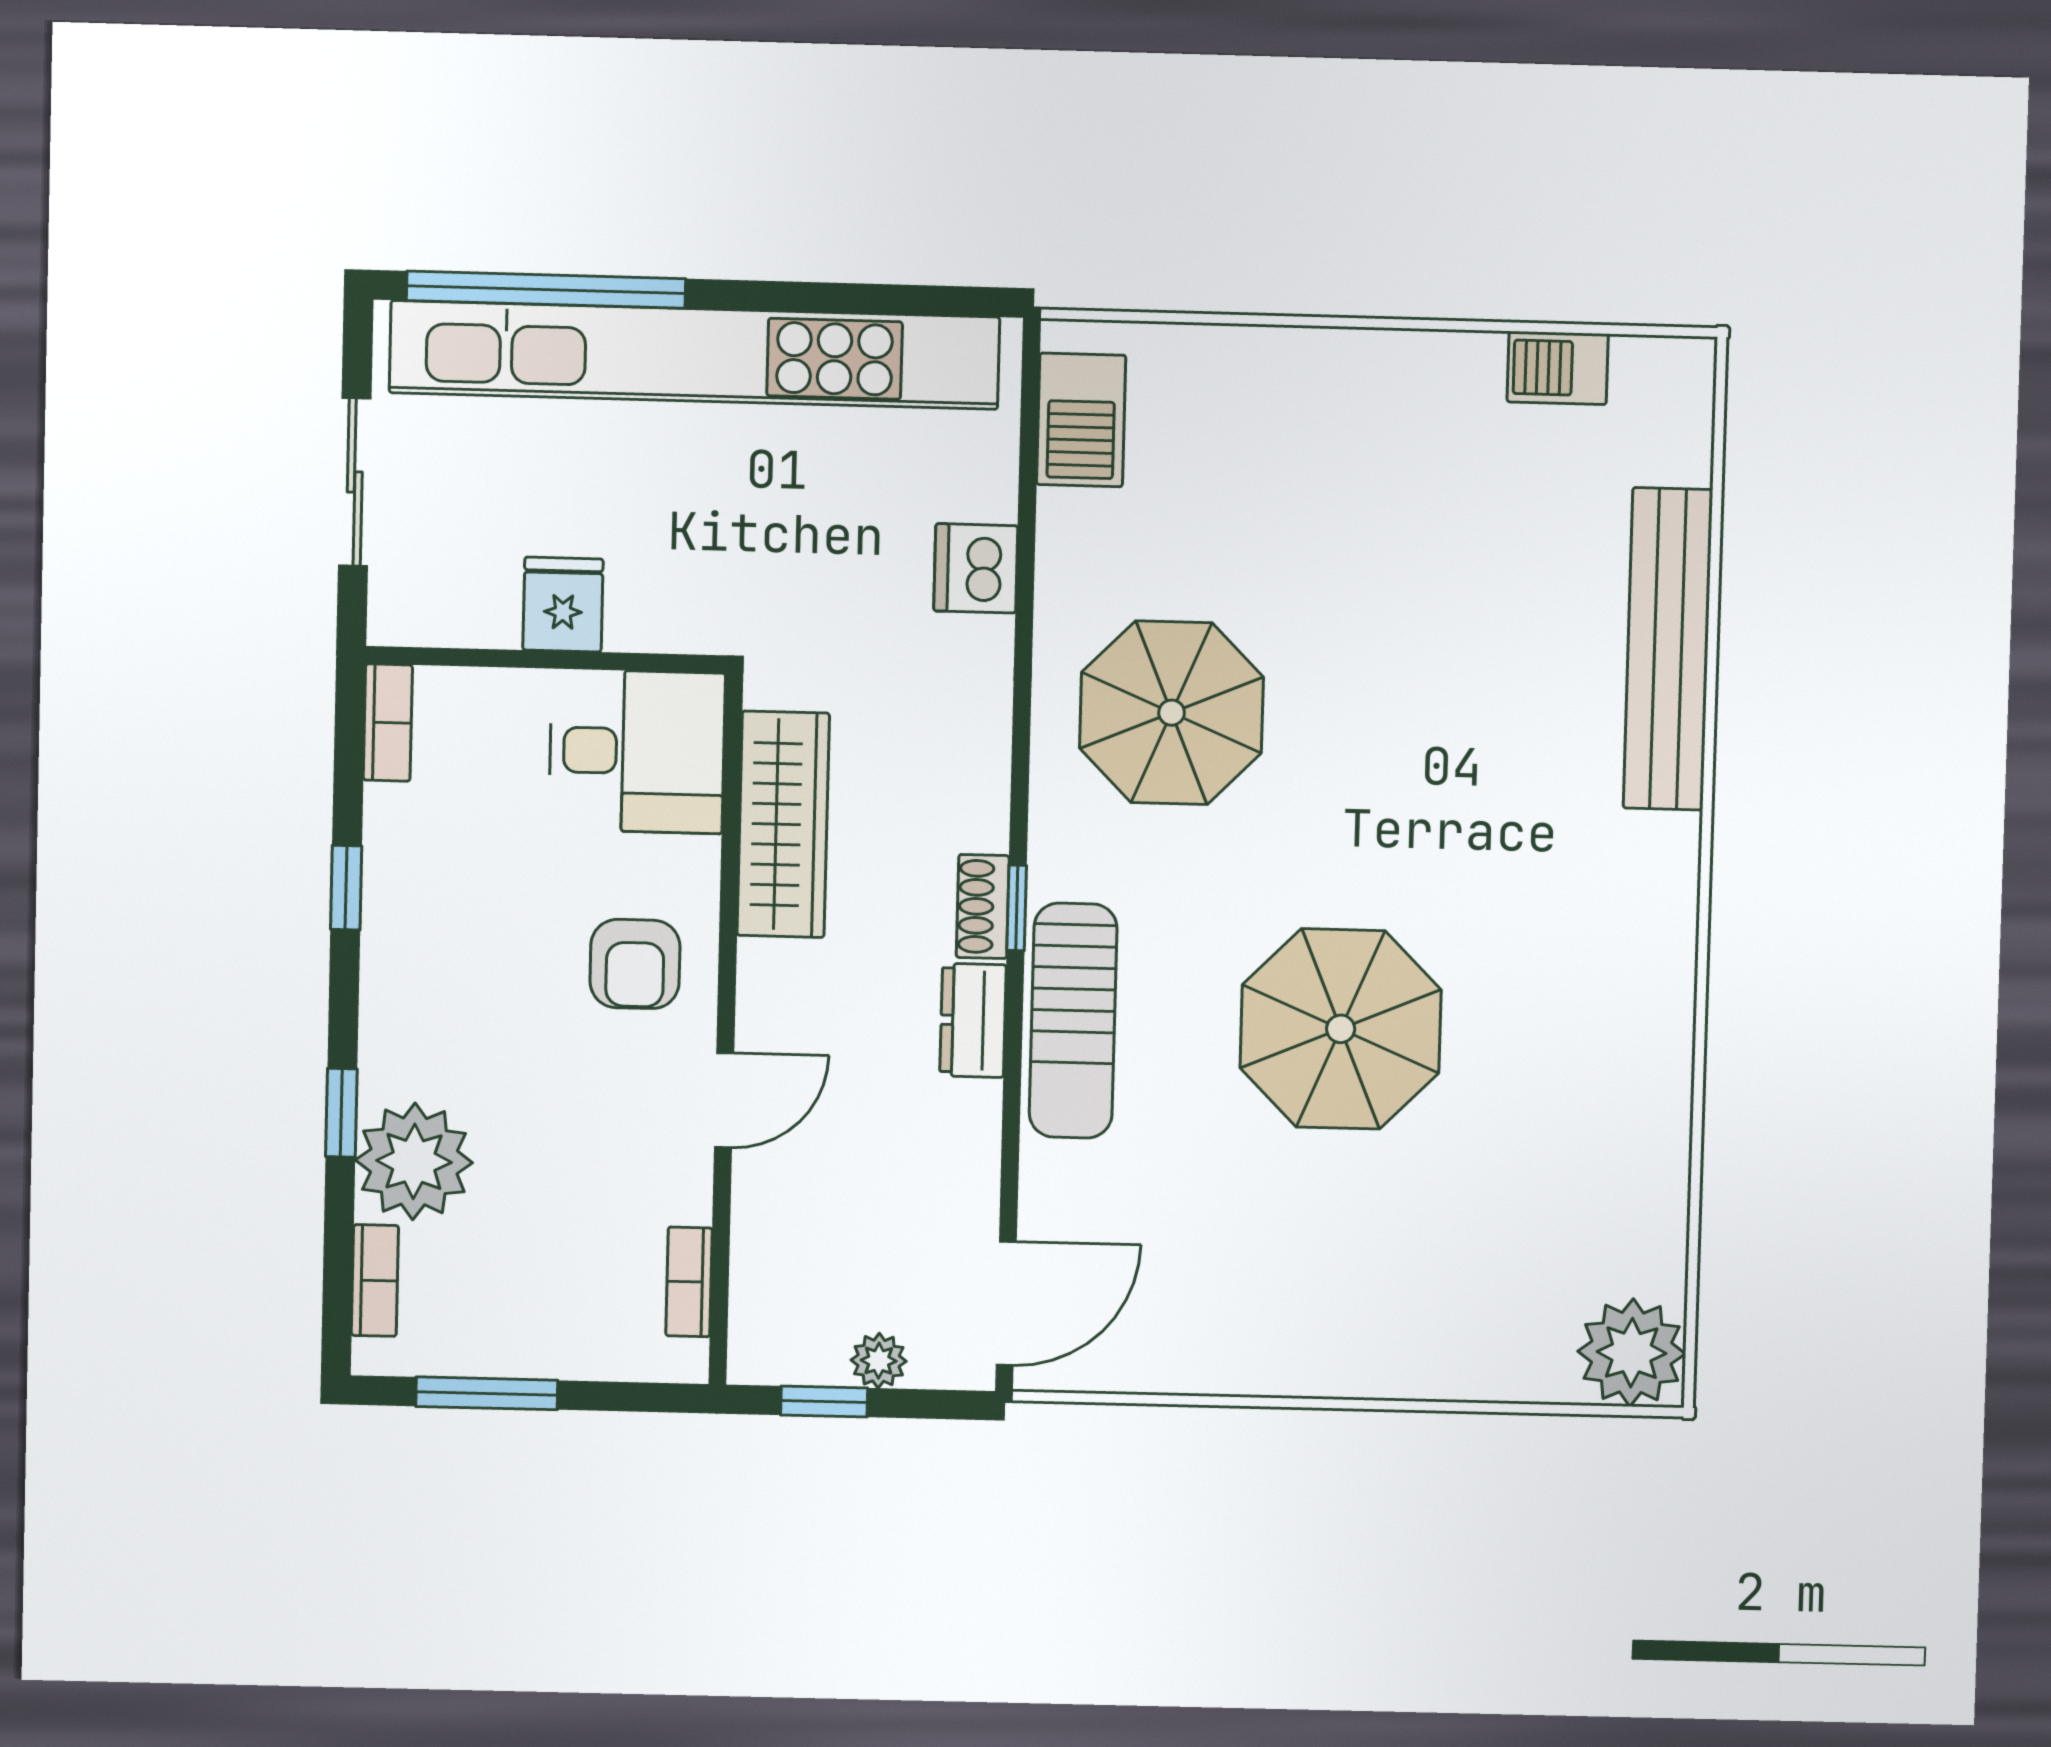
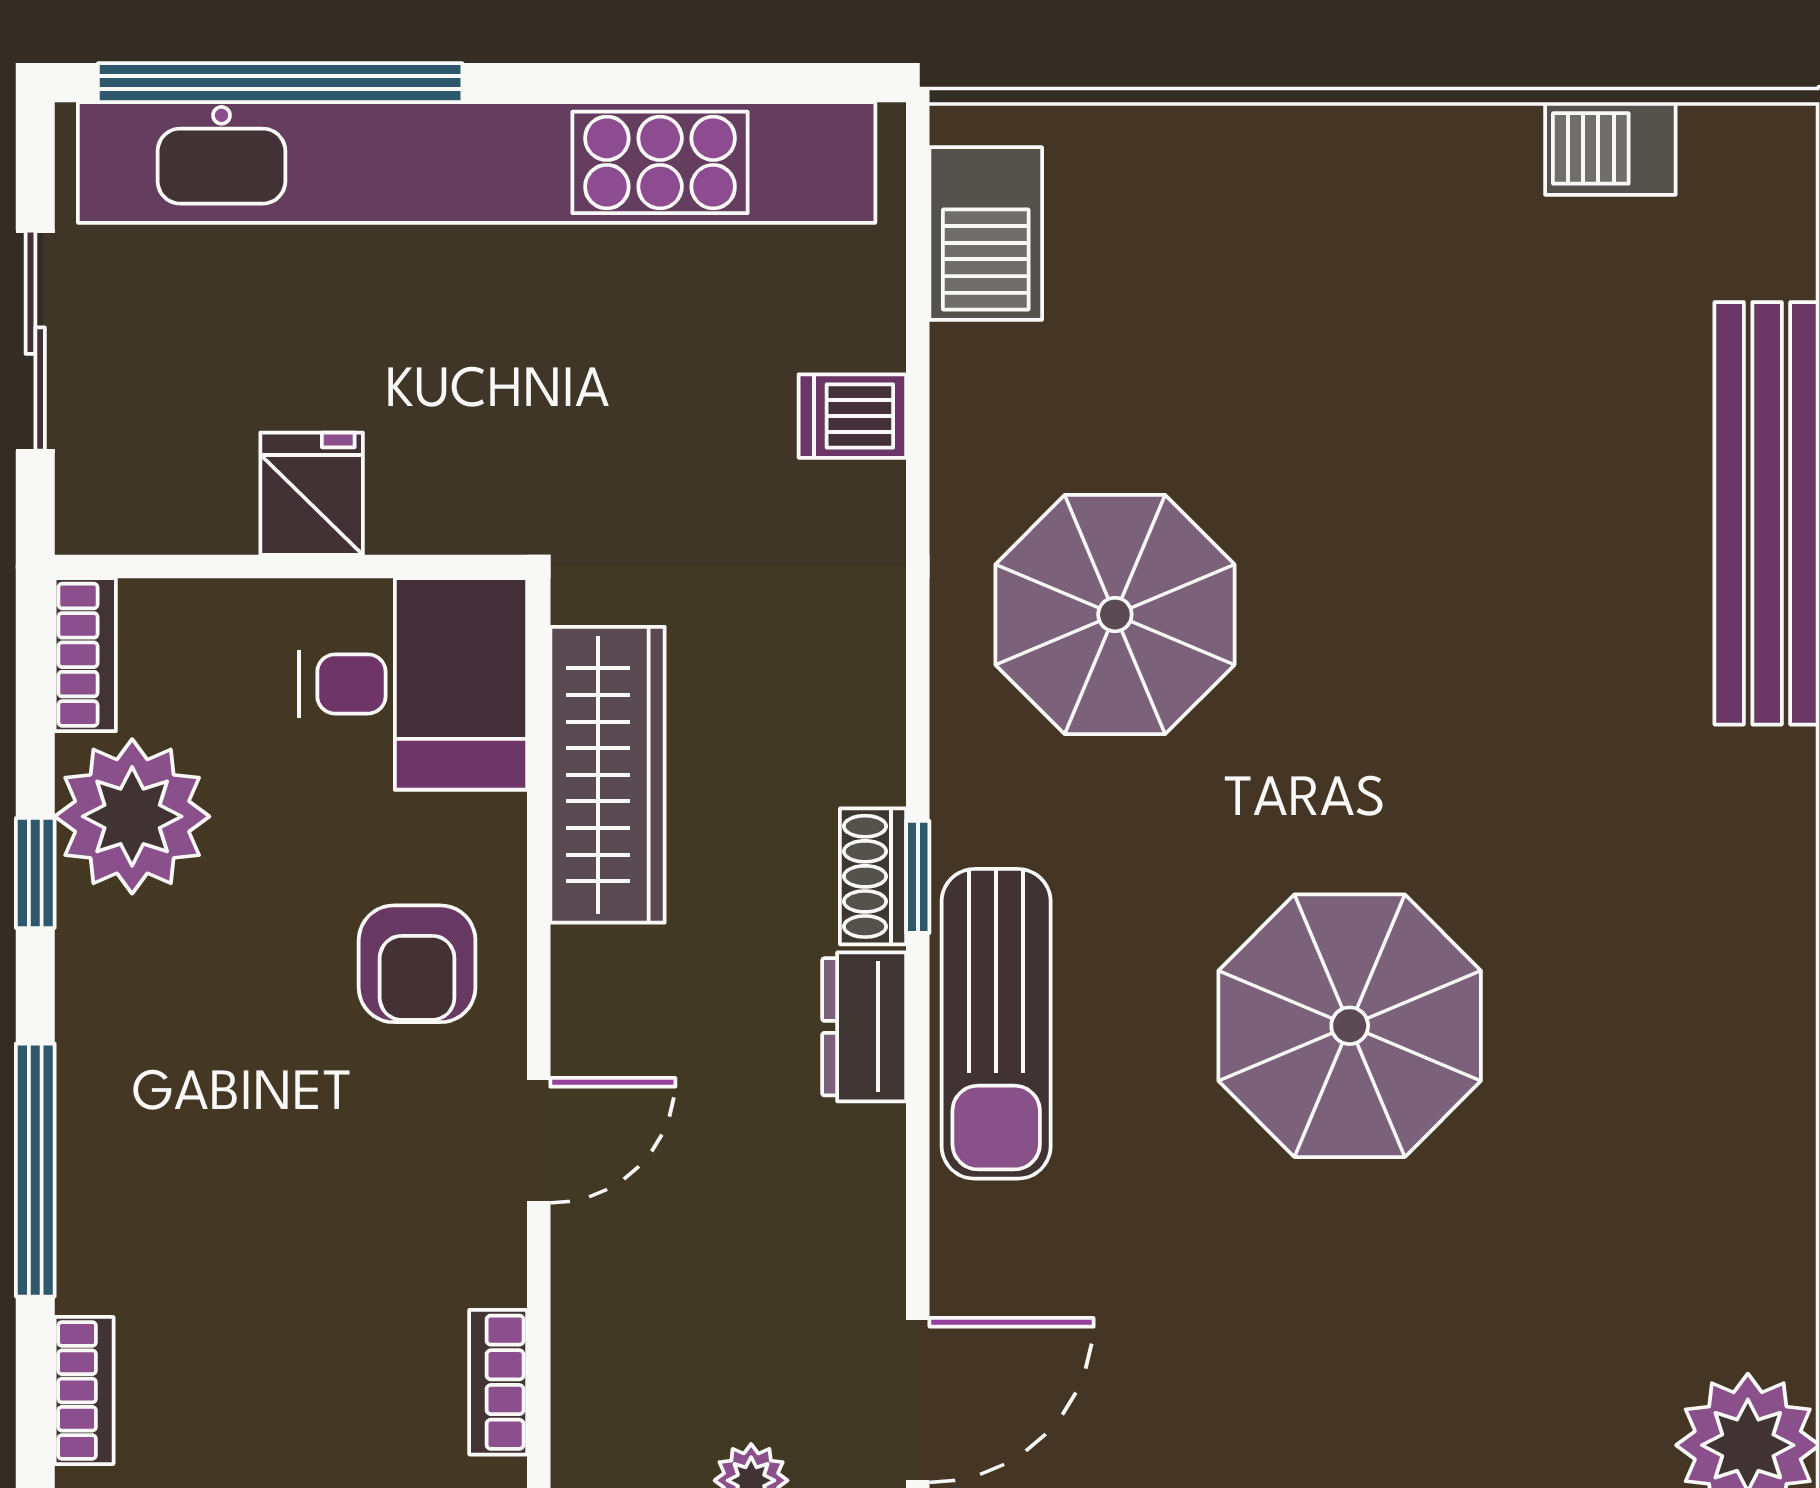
dishwasher: (976, 568) -> (852, 416), width x0.73
window: (341, 1113) -> (35, 1170), width x2.17
plant: (414, 1161) -> (132, 816), moved

